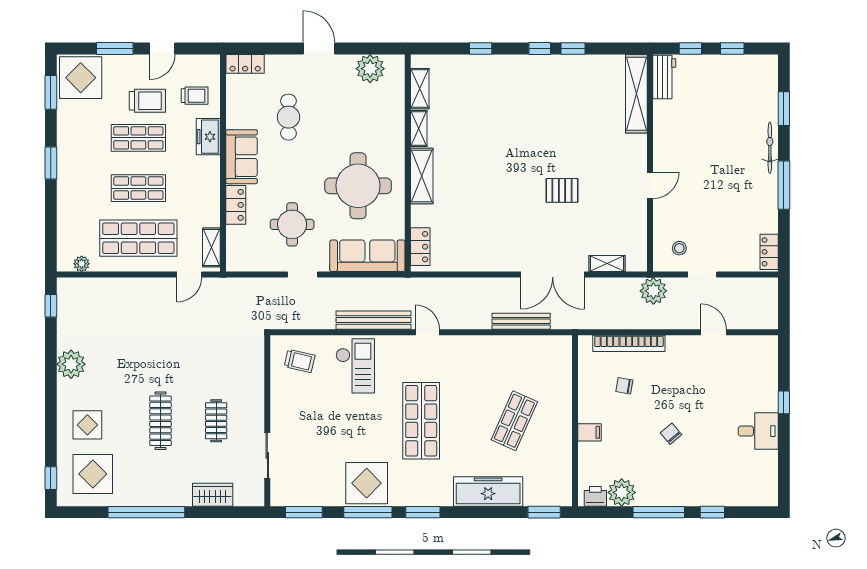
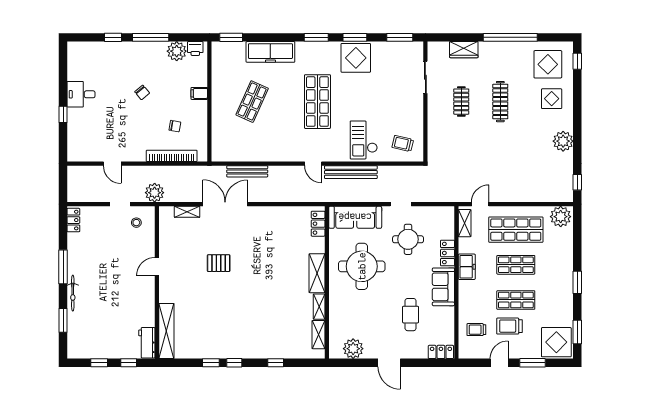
freezer: (208, 137) -> (467, 267), moved
plant: (82, 264) -> (561, 217), width x1.87, depth x1.87
window: (368, 512) -> (355, 37), width x0.69

